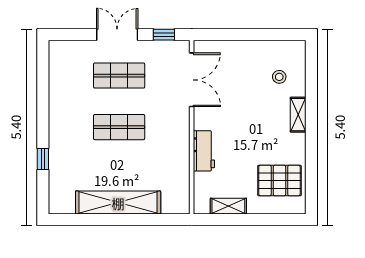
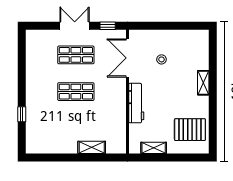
stool: (279, 77) -> (161, 59), moved
double door: (192, 80) -> (127, 58), swing flipped
workbench: (204, 151) -> (136, 103), width x1.38
shelving: (118, 203) -> (92, 147), width x0.45, depth x0.75

